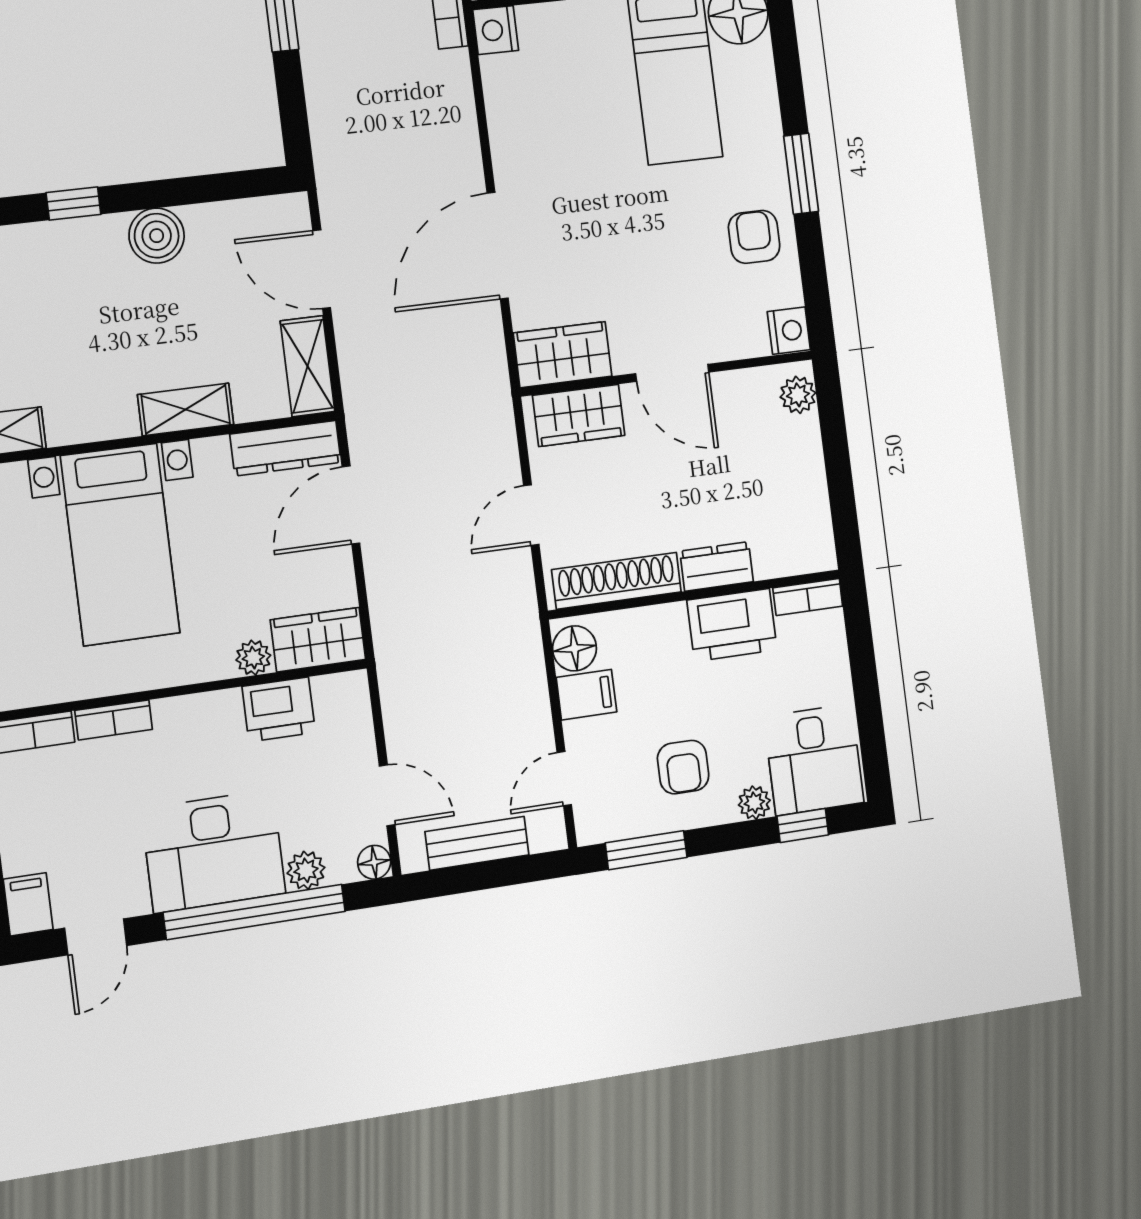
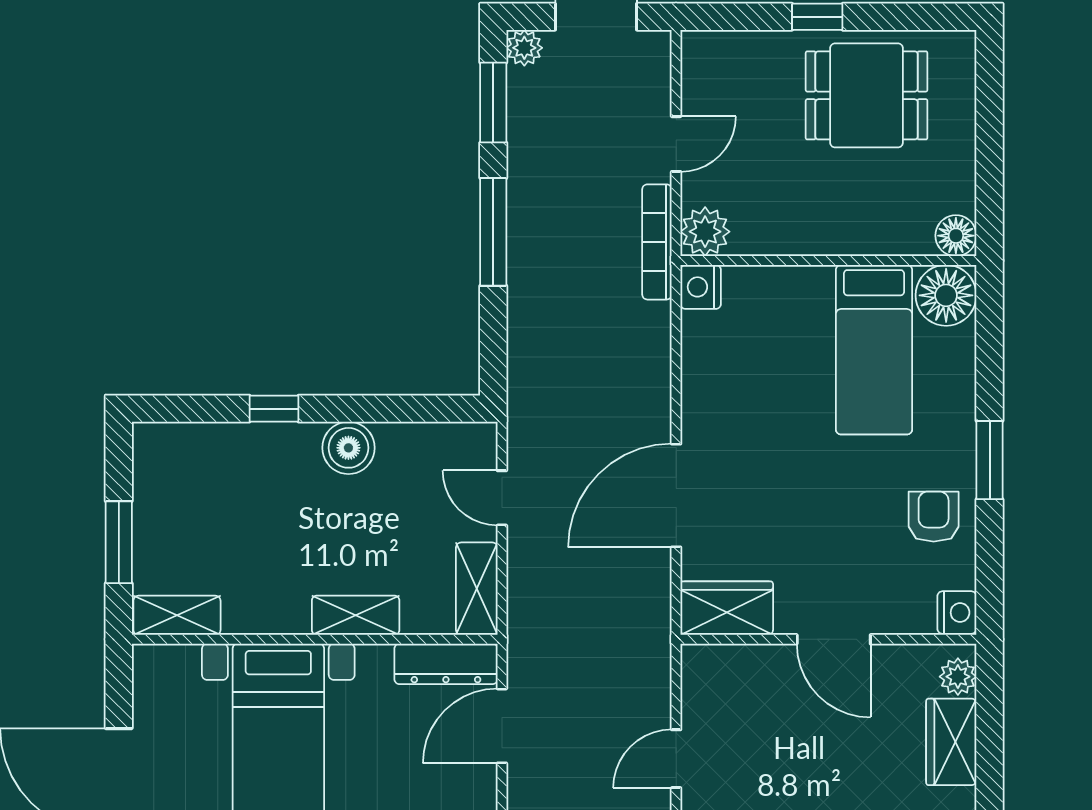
door: (322, 269) -> (502, 498), width x0.73
wardrobe: (579, 415) -> (951, 742), moved, turned 90

